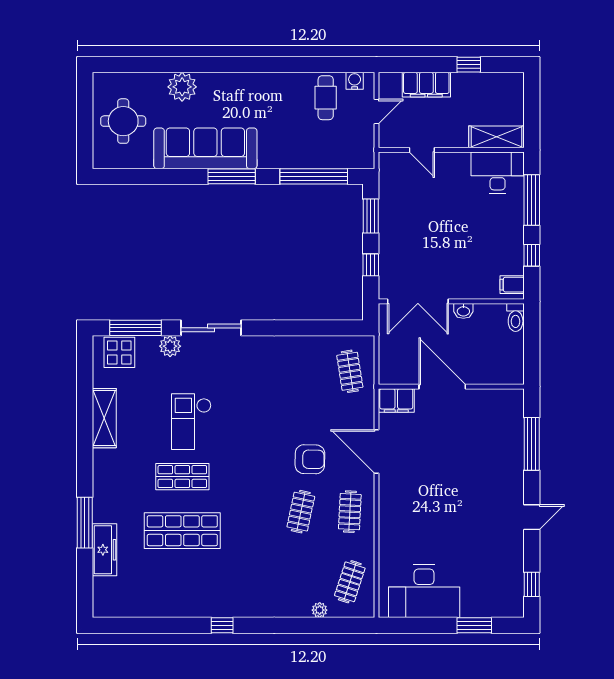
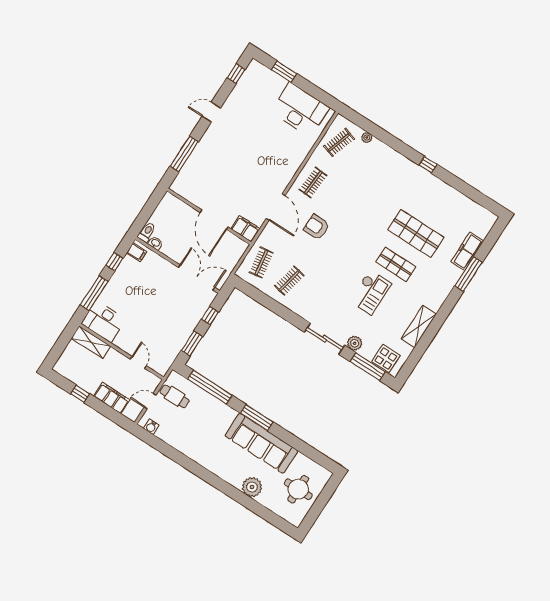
cafe table: (326, 98) -> (175, 396), moved, turned 90
washbasin: (463, 311) -> (155, 243), moved
clothes rail: (301, 512) -> (289, 281), moved

